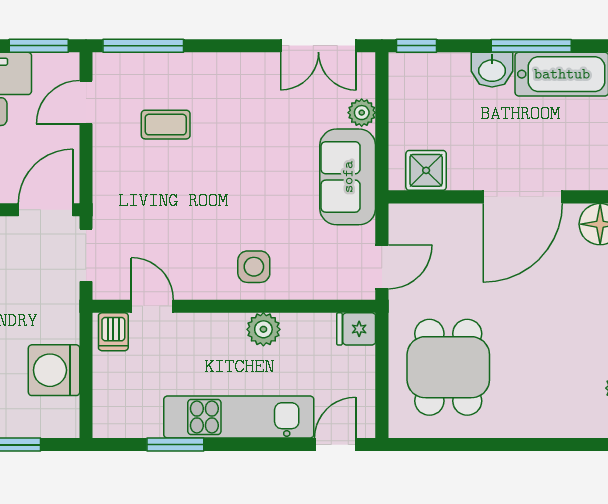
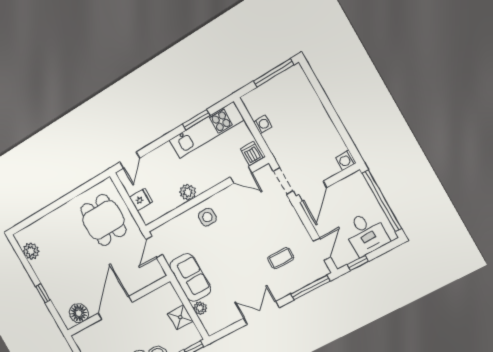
window: (39, 46) -> (358, 263), width x0.67
double door: (318, 46) -> (261, 313), moved
shower: (426, 170) -> (180, 317), moved
fridge: (356, 329) -> (141, 200), moved
washing machine: (54, 370) -> (263, 124), width x0.53, depth x0.53
kitchen unit: (239, 417) -> (206, 130), moved

